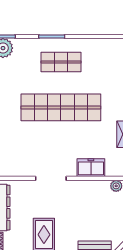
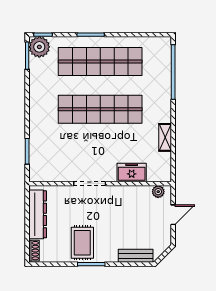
shop shelf: (61, 62) -> (100, 62), width x2.00, depth x1.36

